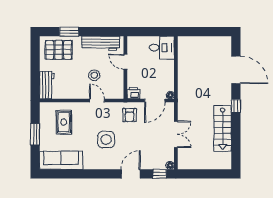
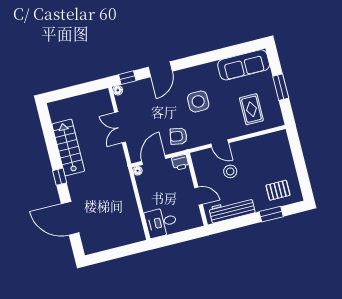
pallet: (59, 50) -> (278, 190), width x0.67, depth x0.71
workbench: (47, 85) -> (282, 147), removed
armchair: (130, 115) -> (178, 136), turned -80

